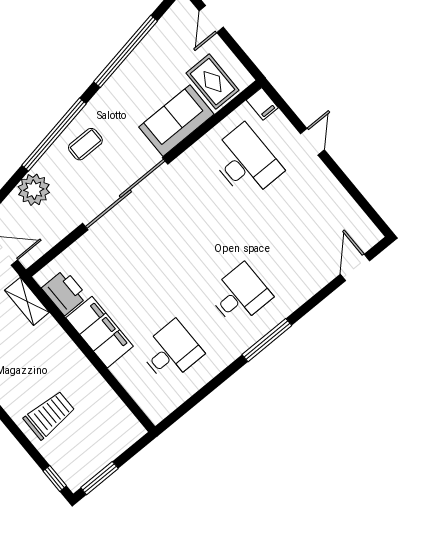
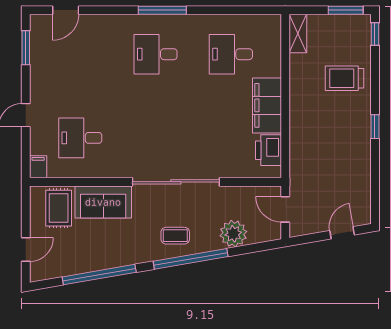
desk: (246, 162) -> (80, 138), width x0.73
window: (363, 203) -> (26, 48), added
shelving: (27, 301) -> (298, 33), moved

